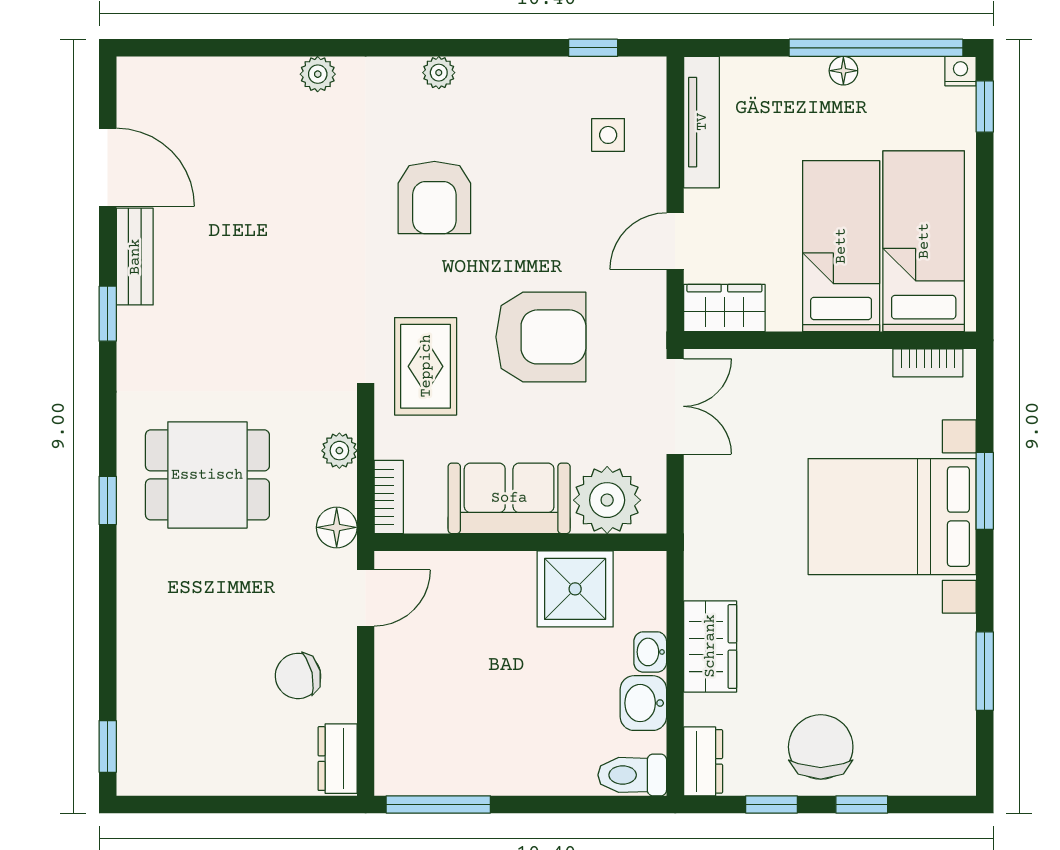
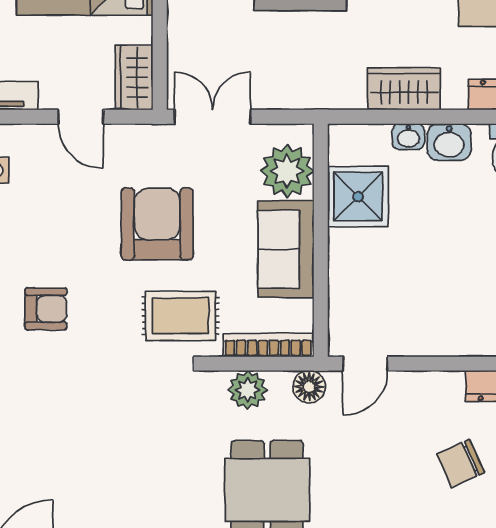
armchair: (434, 197) -> (46, 309), width x0.72, depth x0.72
plant: (339, 451) -> (248, 390), width x1.38, depth x1.38
bookcase: (389, 497) -> (268, 345), width x1.56
door: (366, 598) -> (365, 364), swing flipped
chair: (298, 676) -> (461, 463), moved, turned 79

